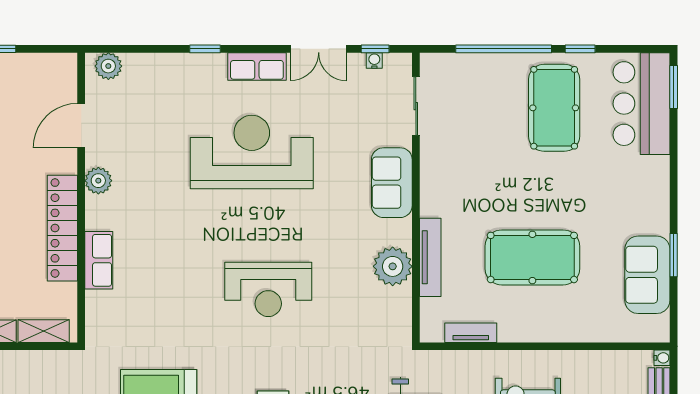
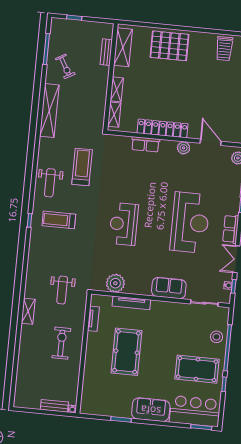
stool: (483, 74) -> (216, 337), added
plant: (393, 266) -> (115, 283), moved
sofa: (647, 275) -> (151, 410), moved

